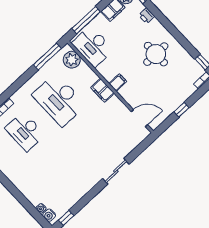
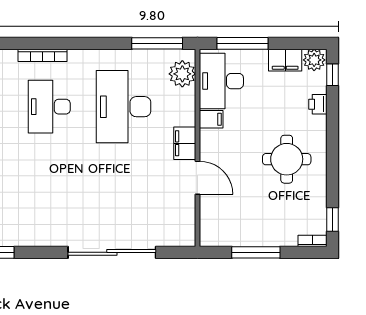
filing cabinet: (118, 82) -> (211, 119), moved
window: (182, 110) -> (256, 252), width x2.17
door: (139, 118) -> (198, 178), moved
sliding door: (116, 171) -> (112, 252), width x1.86

